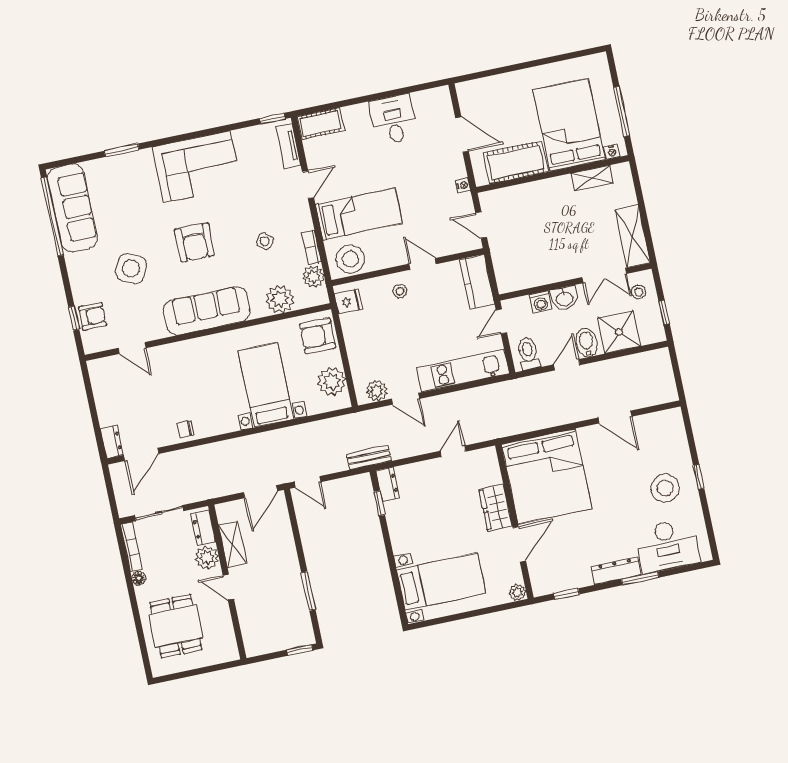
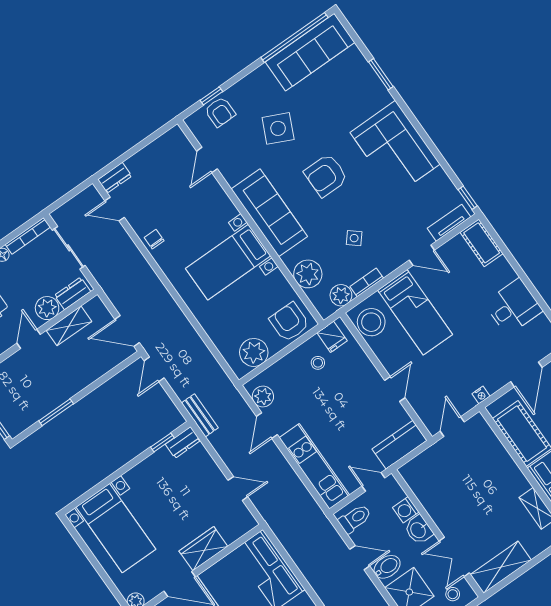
stool: (400, 291) -> (318, 363), moved
bed with nightstands: (266, 385) -> (228, 262), moved, turned 180
door: (141, 454) -> (115, 209), width x0.73

